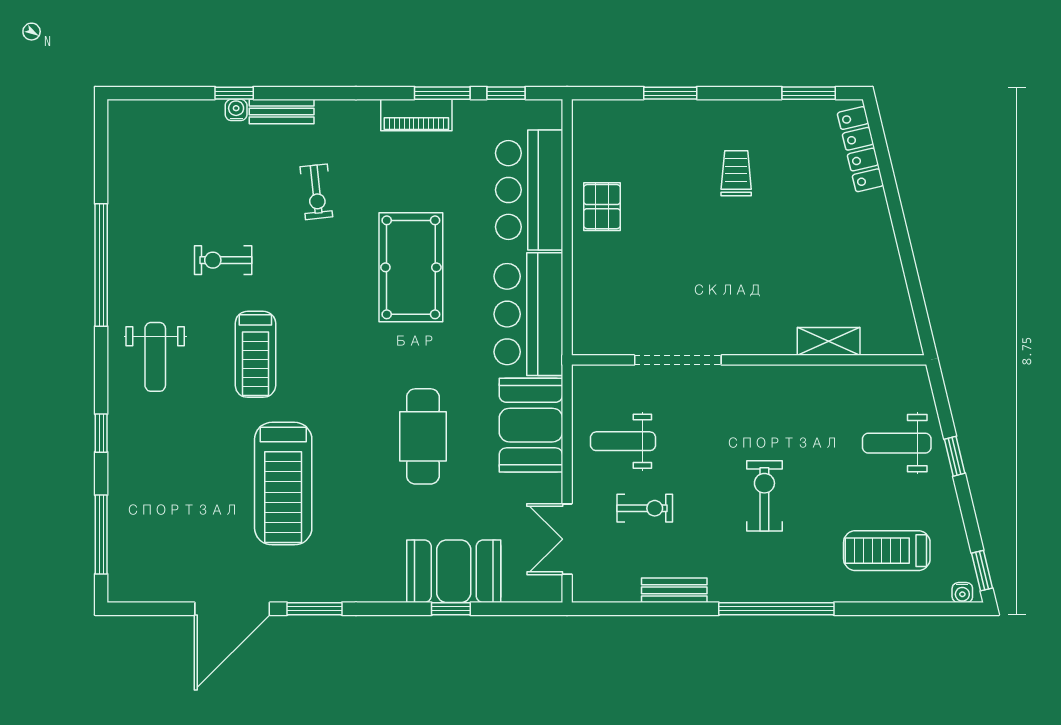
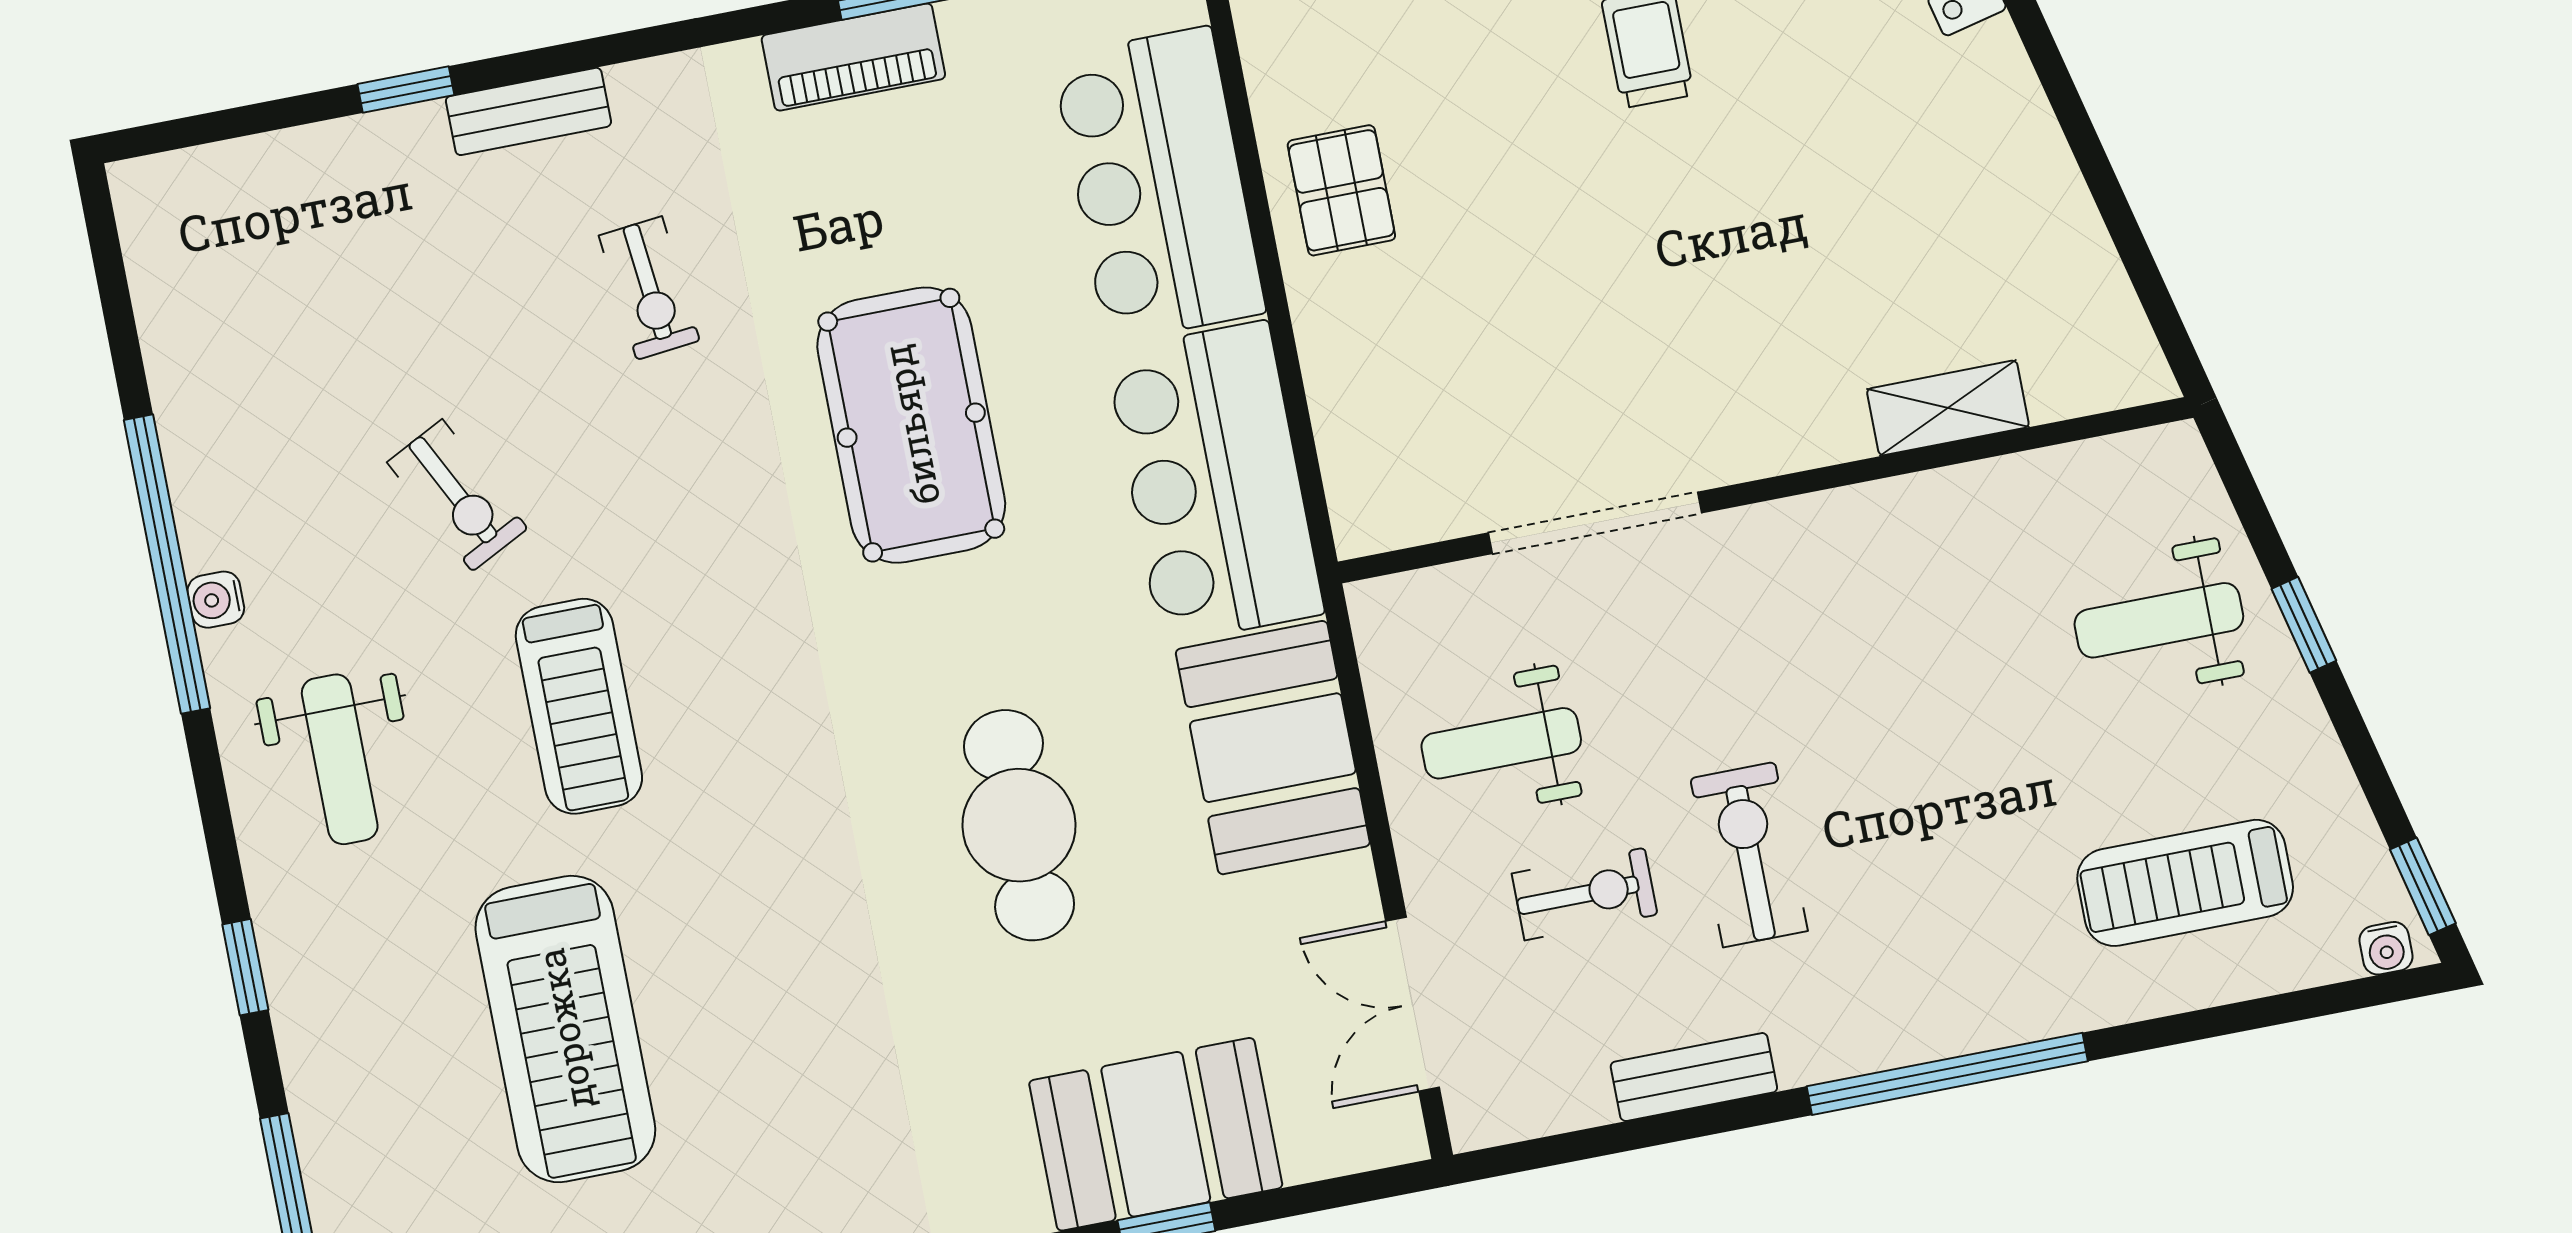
water cooler: (236, 110) -> (216, 600), moved, turned -90
exercise bike: (223, 260) -> (457, 495), turned -117
treadmill: (283, 484) -> (565, 1029), moved
exercise bike: (764, 496) -> (1749, 855), moved

